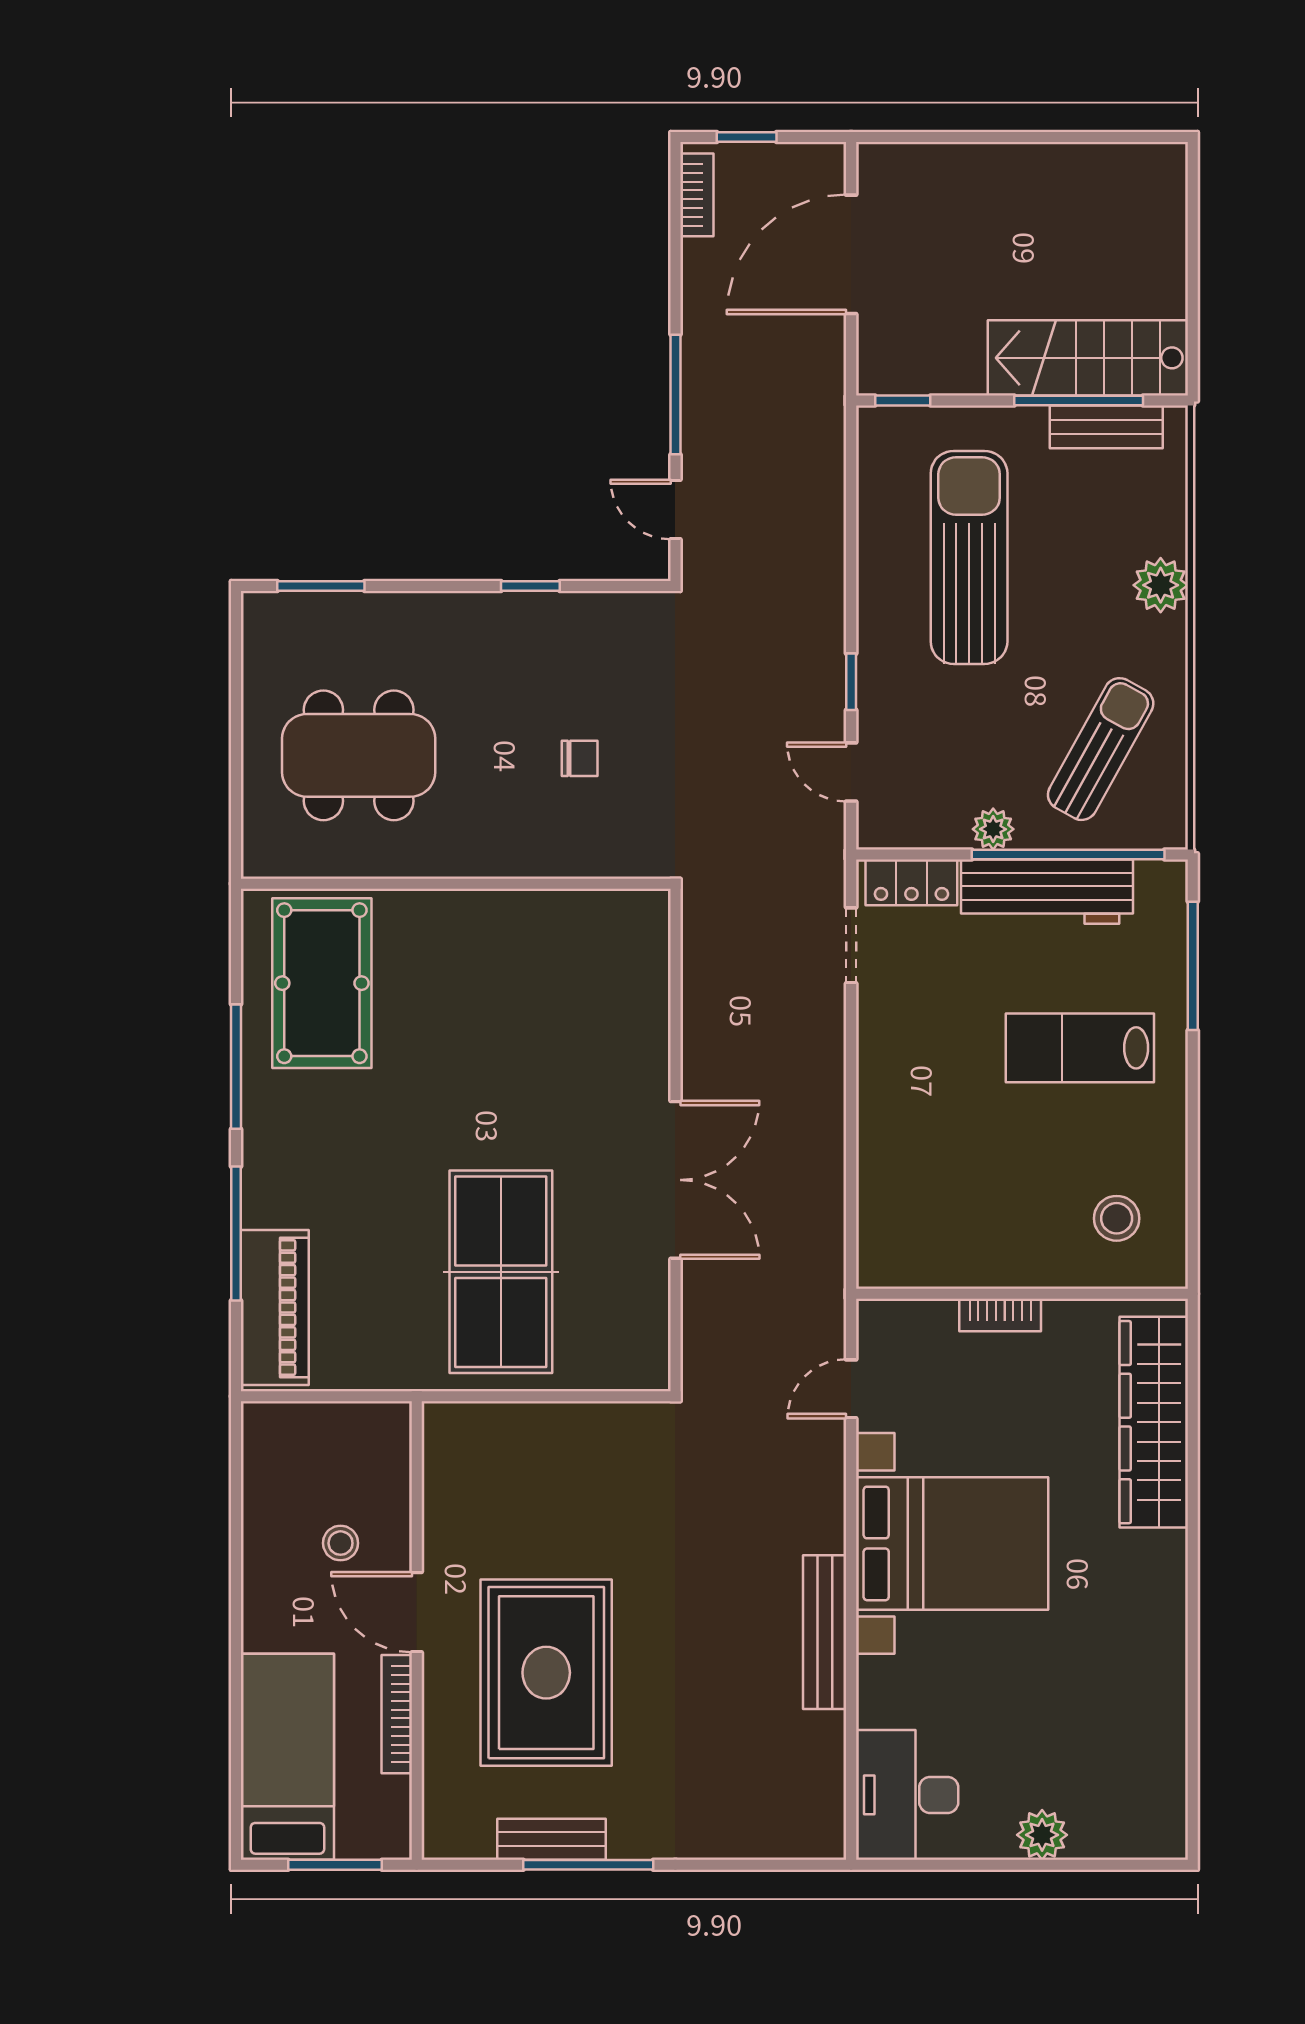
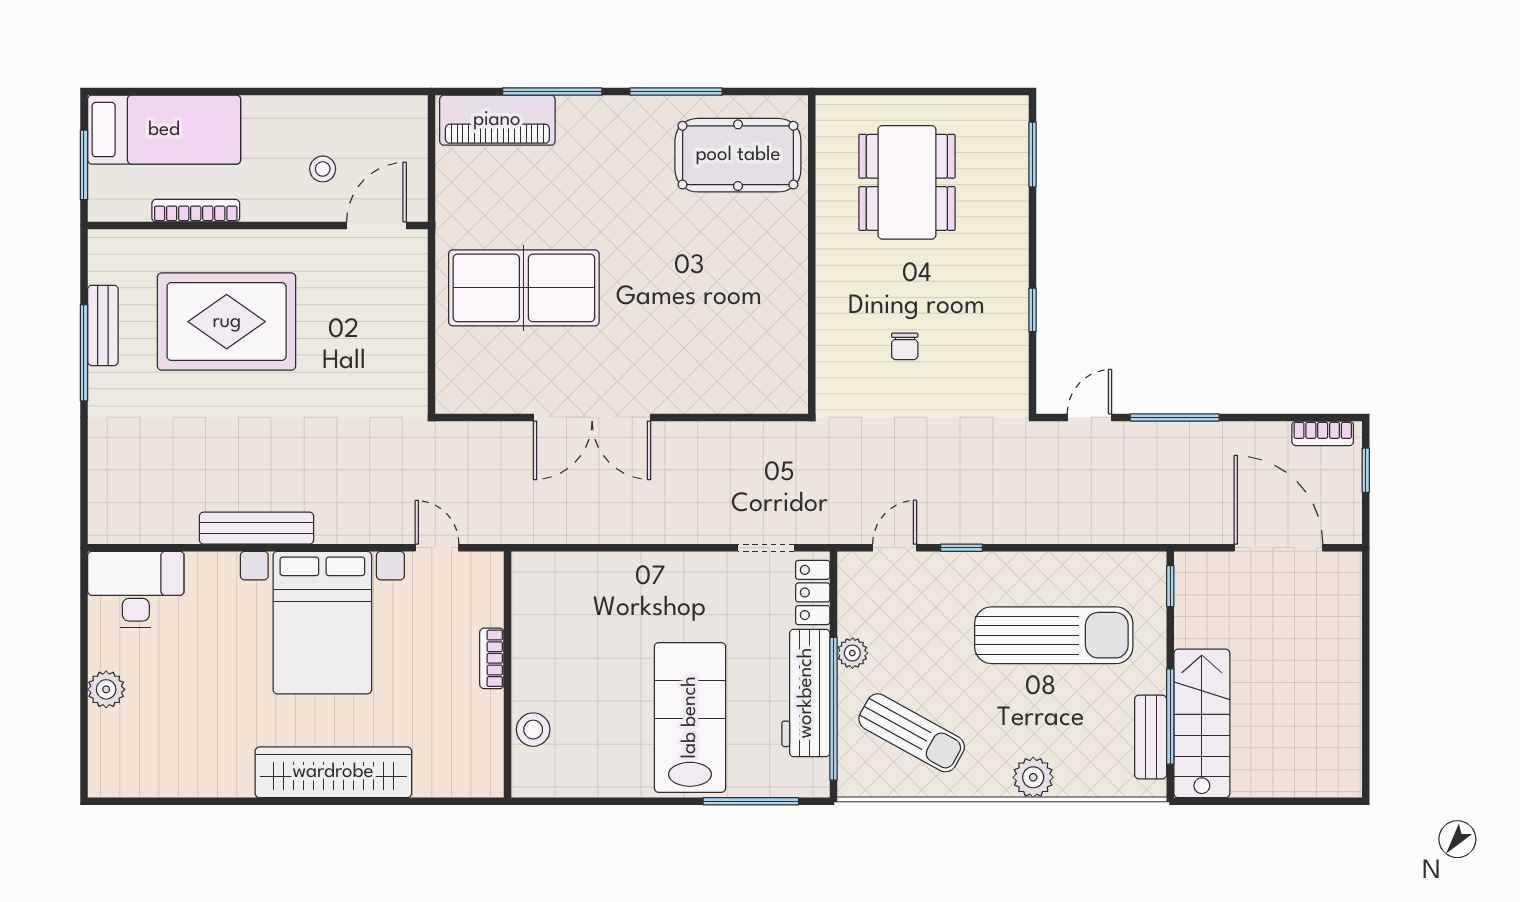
lab bench: (1080, 1048) -> (690, 717), width x1.36, depth x1.39
stool: (1117, 1218) -> (533, 730), moved
wardrobe: (1154, 1422) -> (333, 772), moved
door: (417, 1612) -> (376, 225), moved

